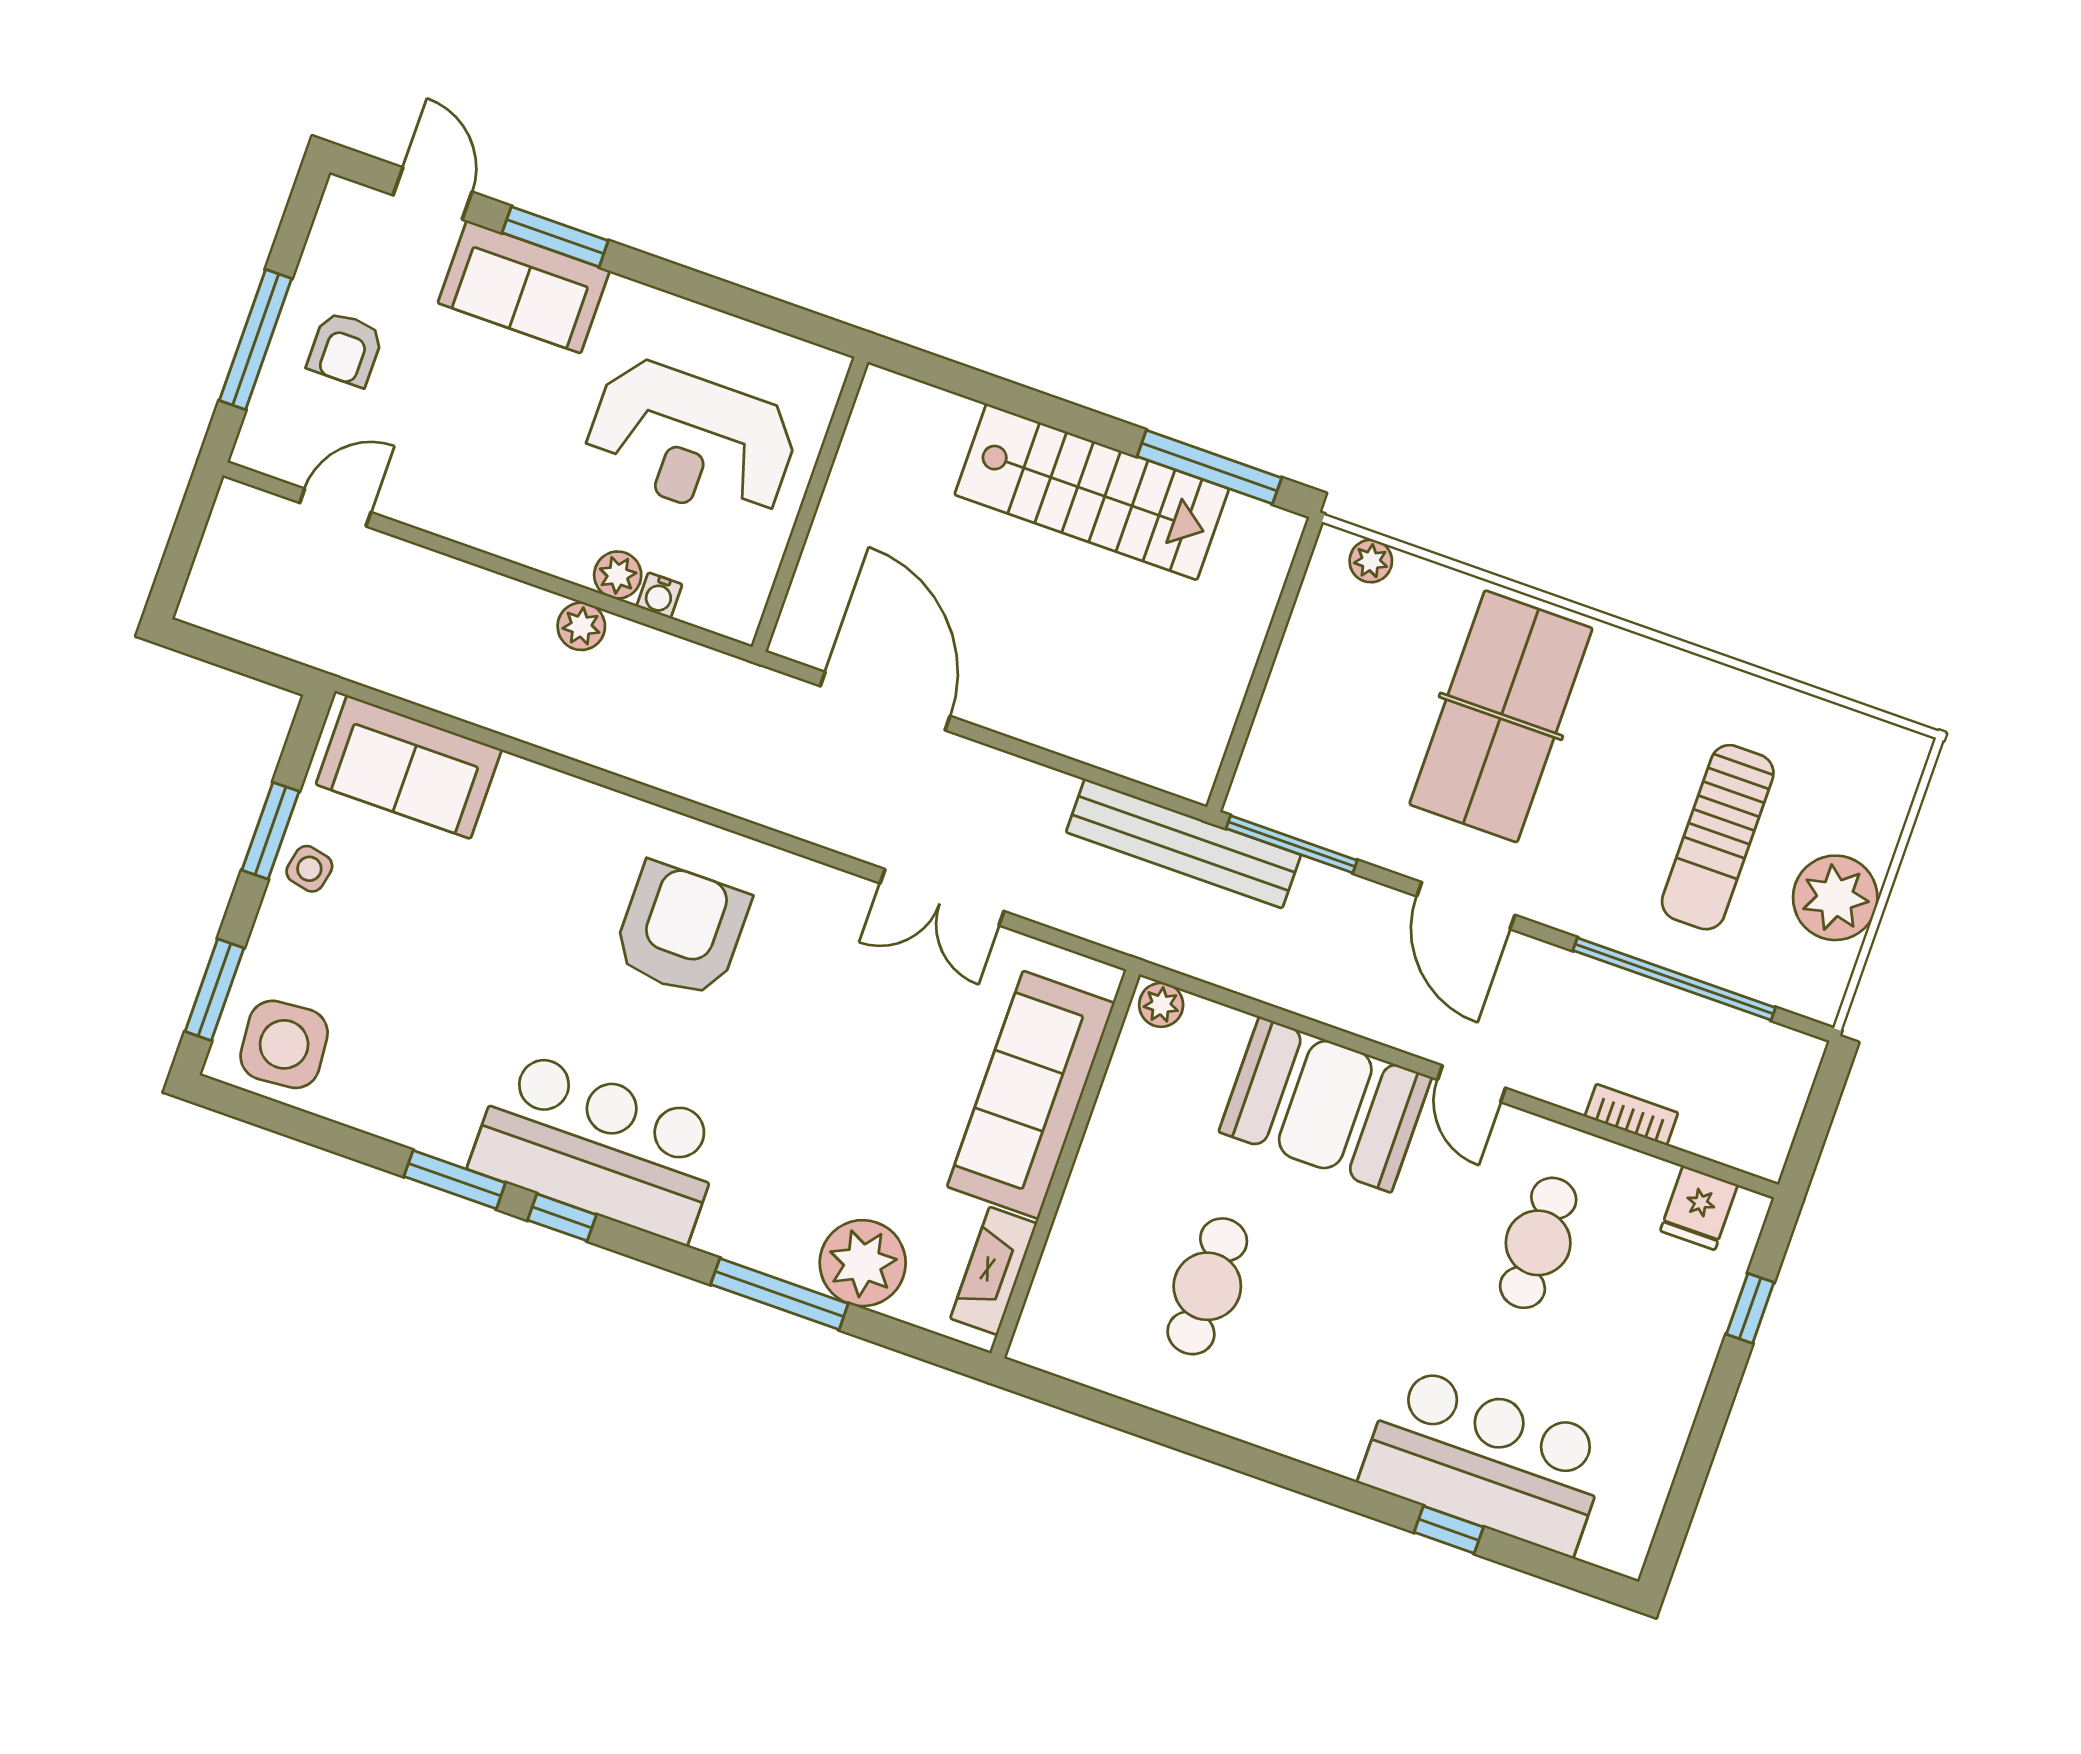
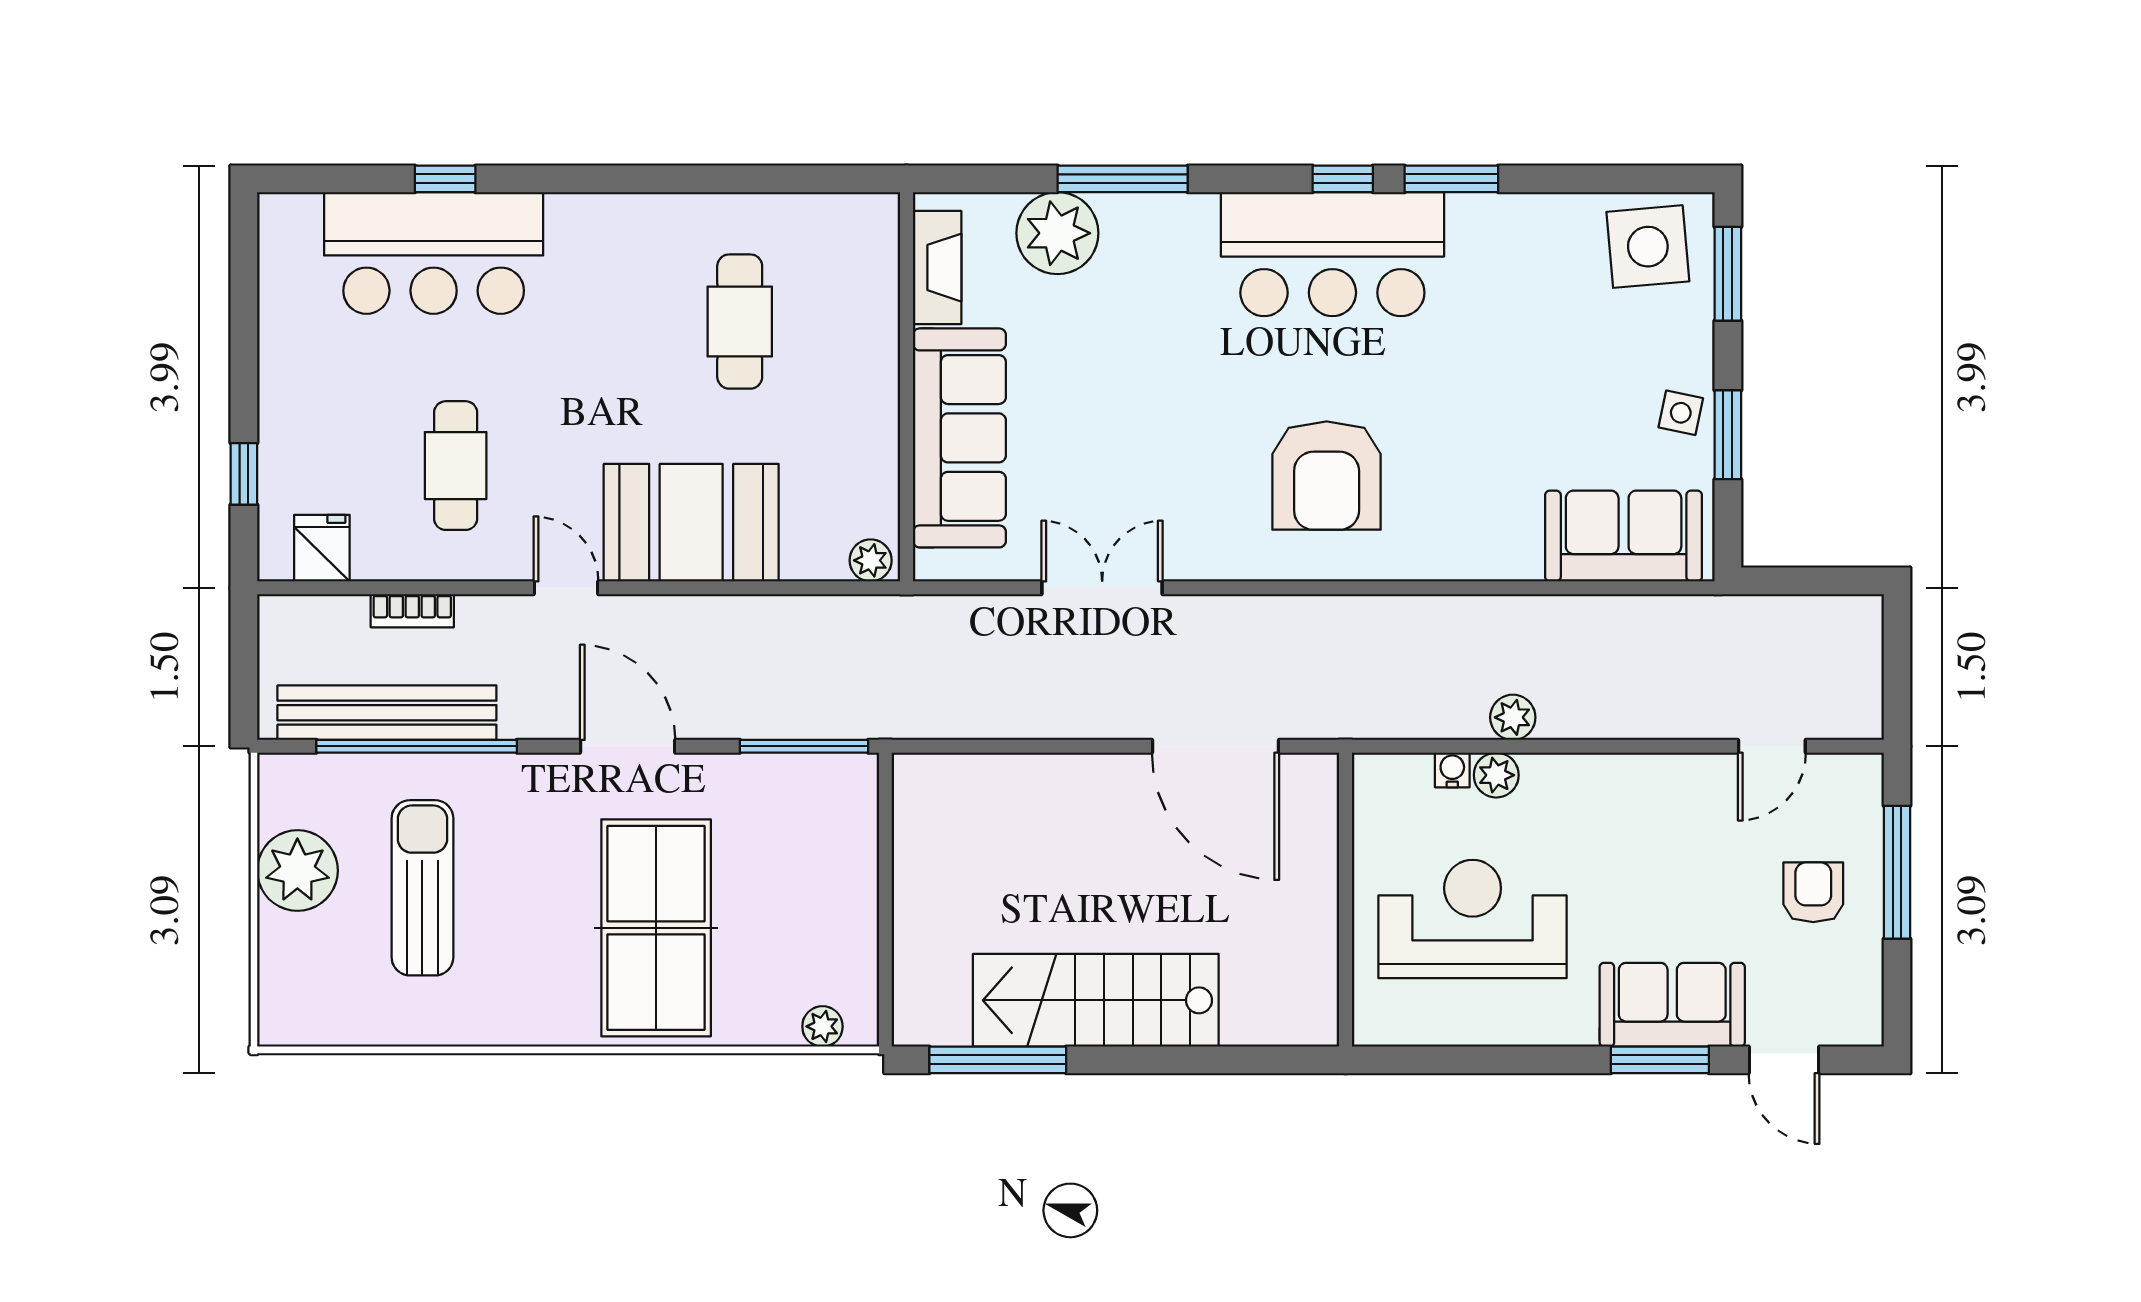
bench: (1183, 843) -> (387, 713), moved

